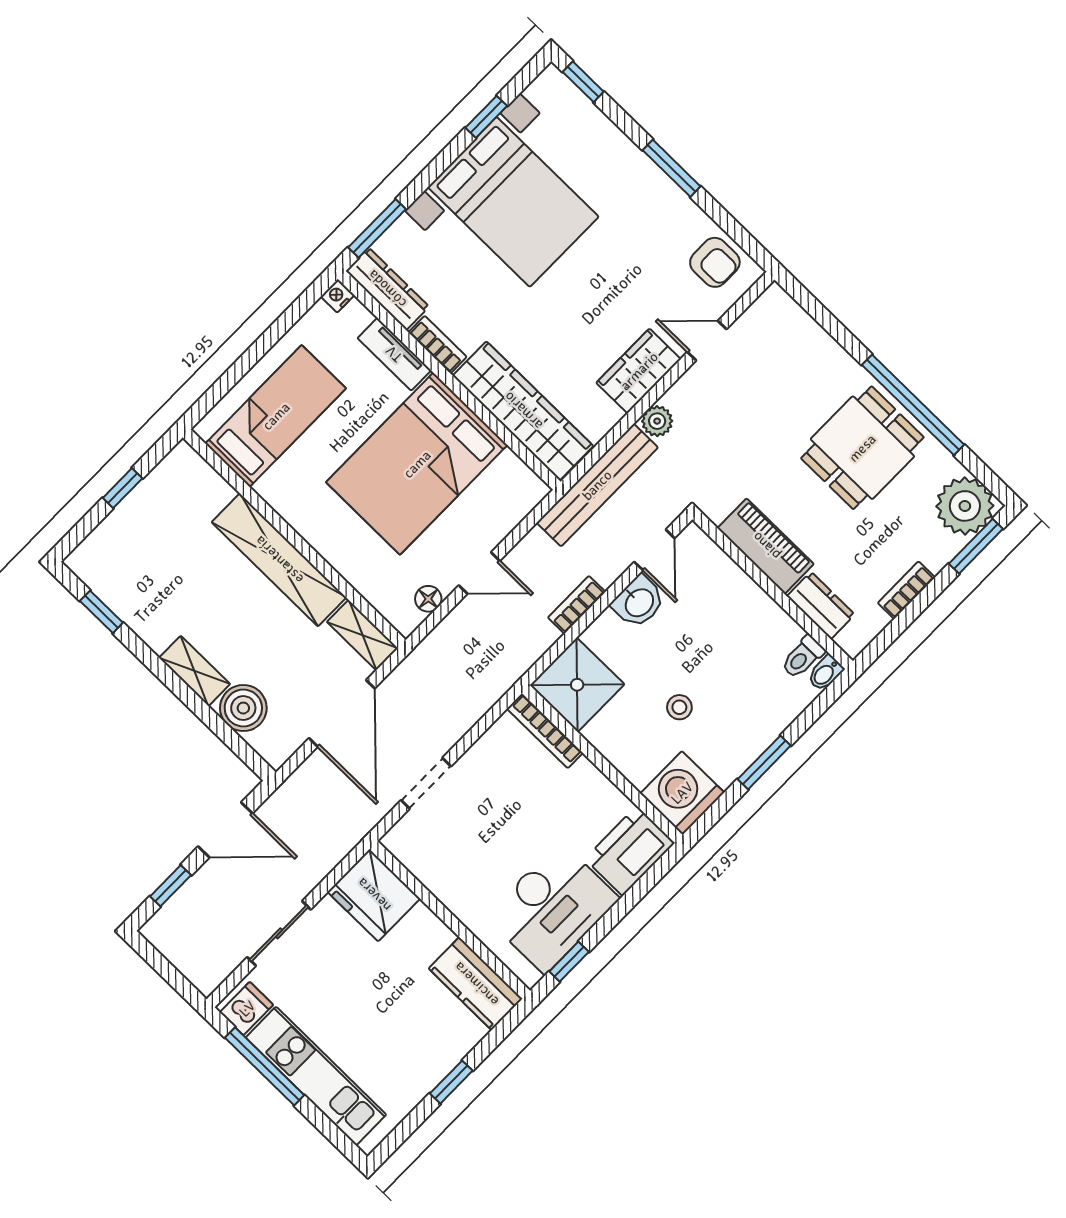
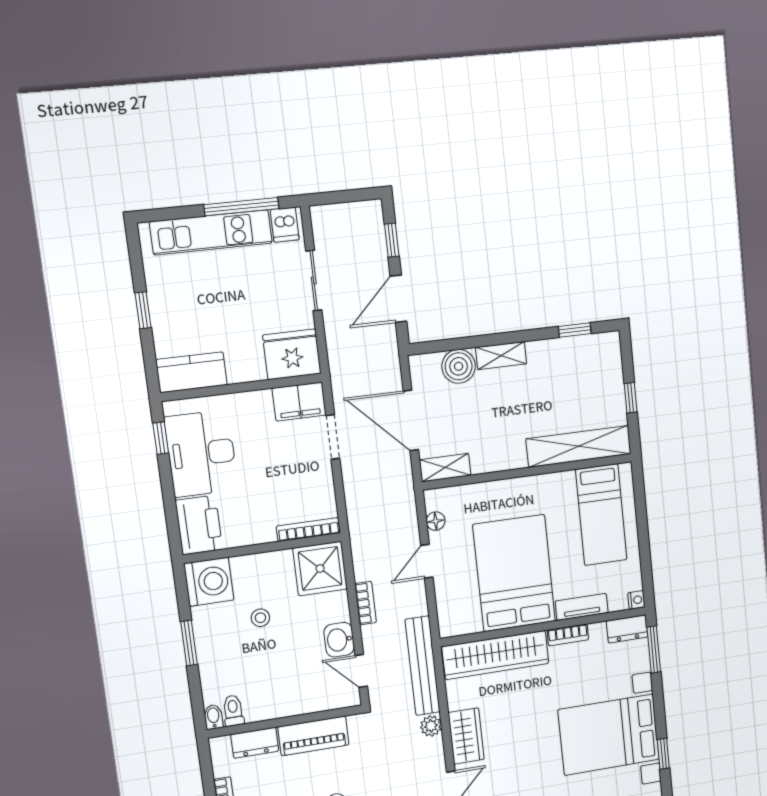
dresser: (387, 289) -> (627, 629), width x0.70
shelving: (279, 560) -> (579, 446), moved
filing cabinet: (417, 849) -> (299, 402), added

